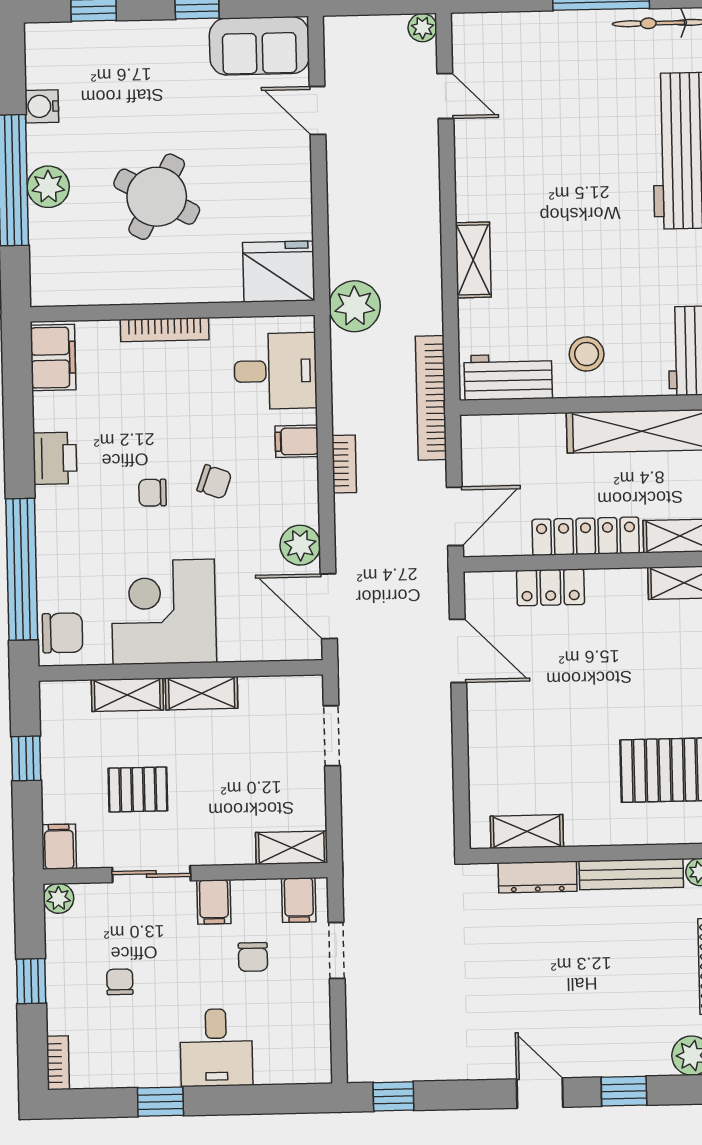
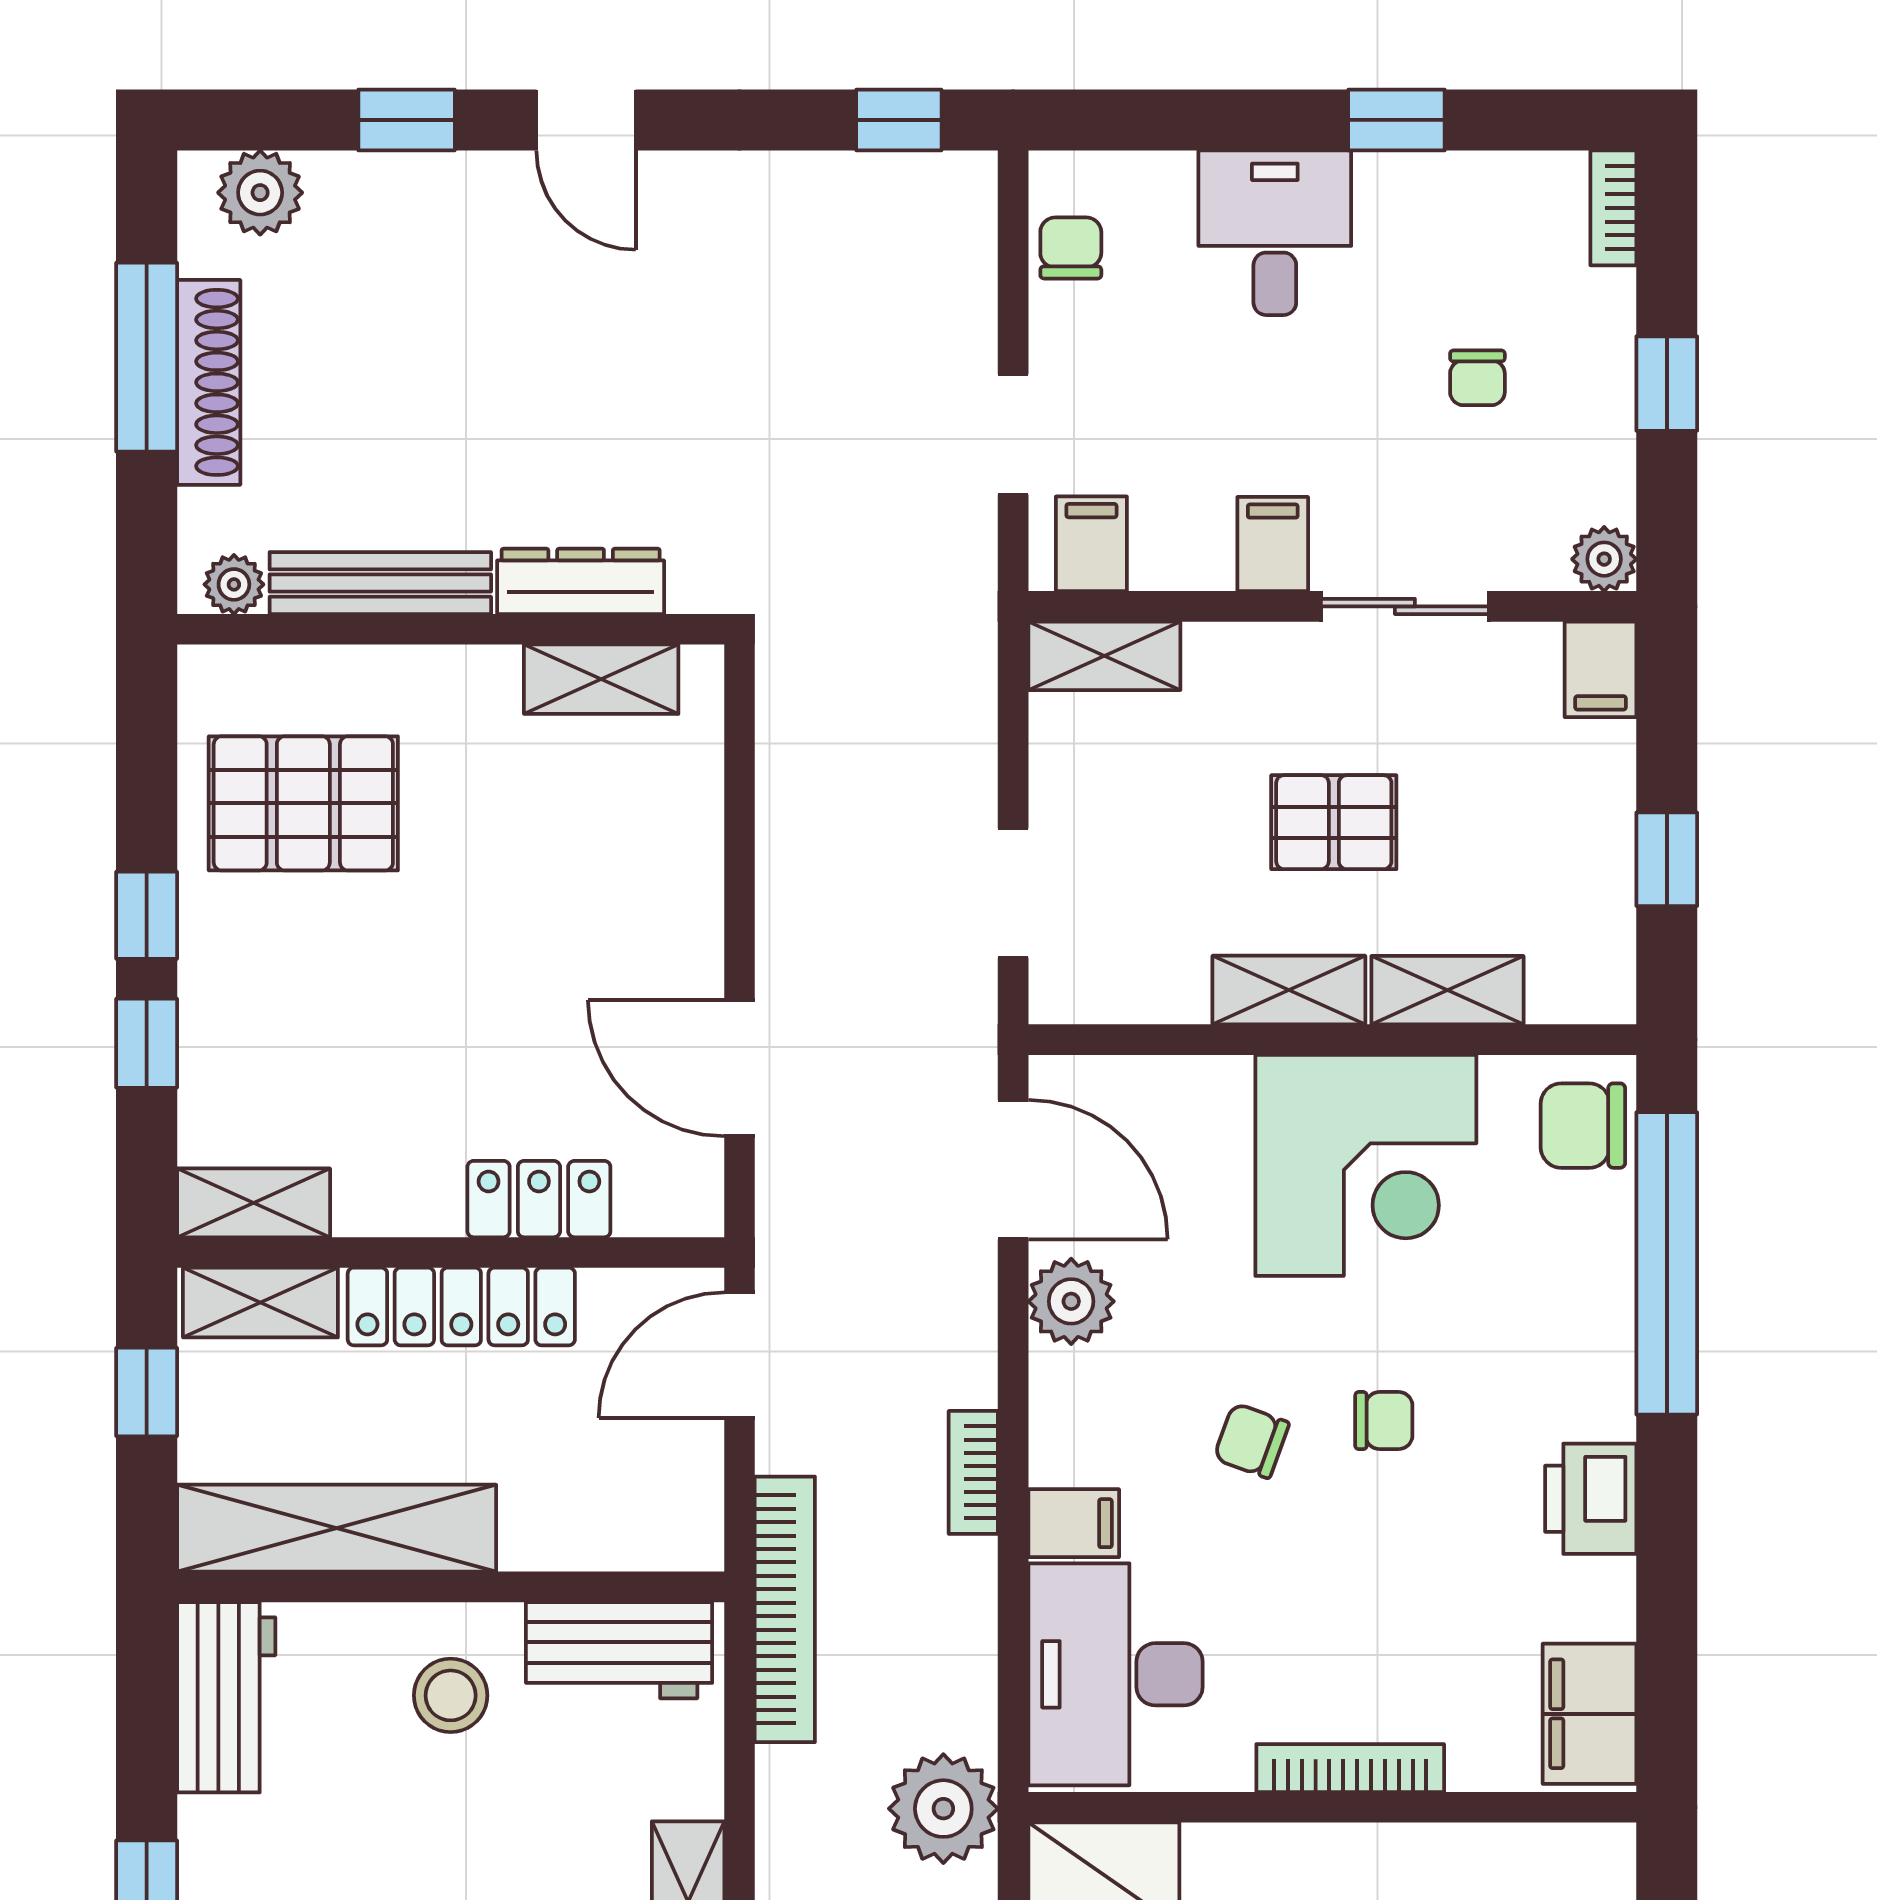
desk: (275, 371) -> (1115, 1674), width x1.37
pallet: (138, 790) -> (1334, 822), moved
chair: (253, 957) -> (1071, 248), moved

